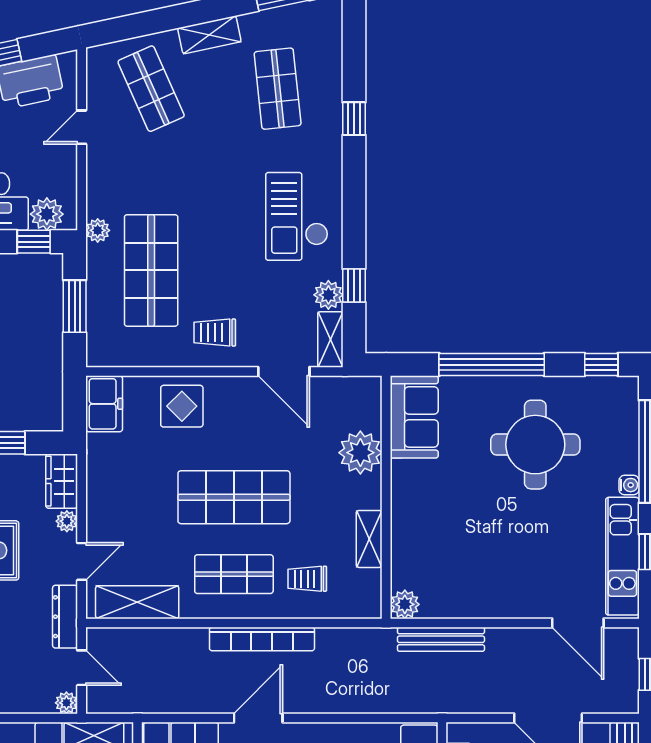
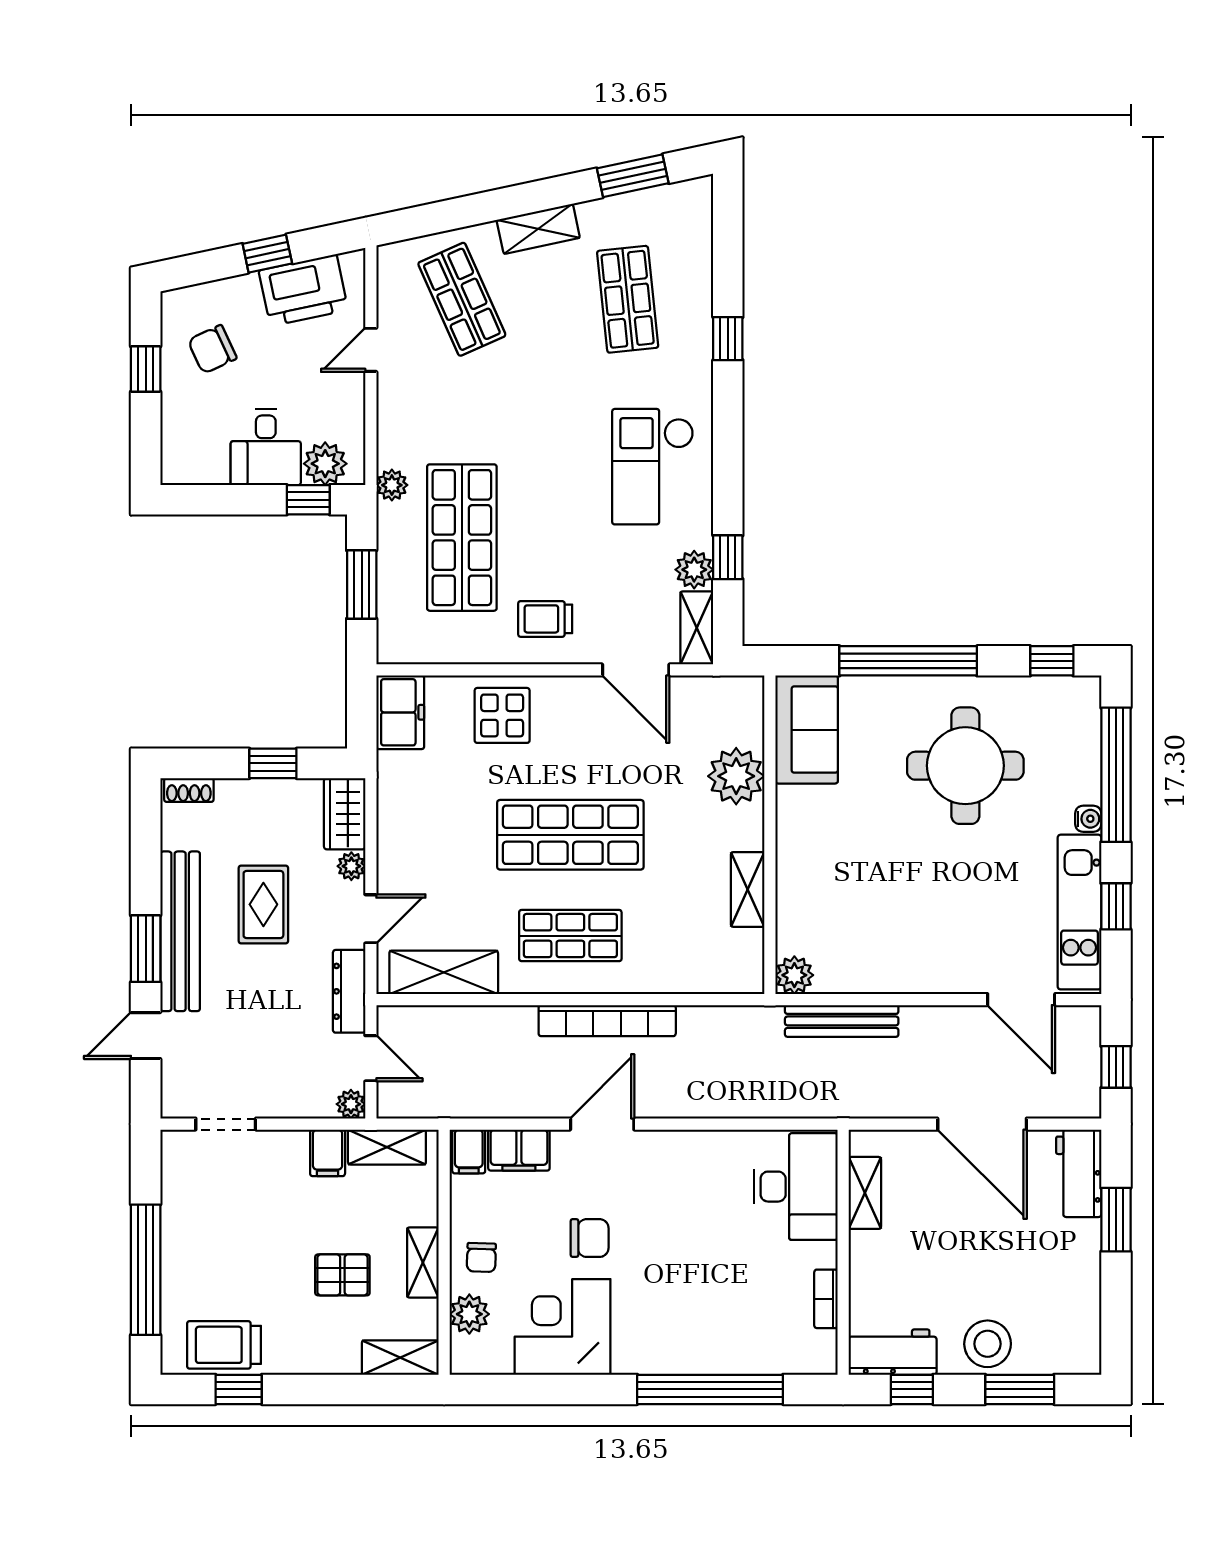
trolley: (307, 579) -> (667, 942), removed

